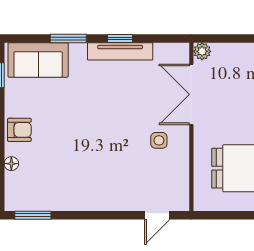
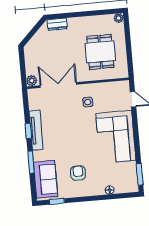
double door: (191, 94) -> (58, 85), swing flipped
armchair: (19, 130) -> (78, 173), moved
corner sofa: (98, 182) -> (116, 137), added

